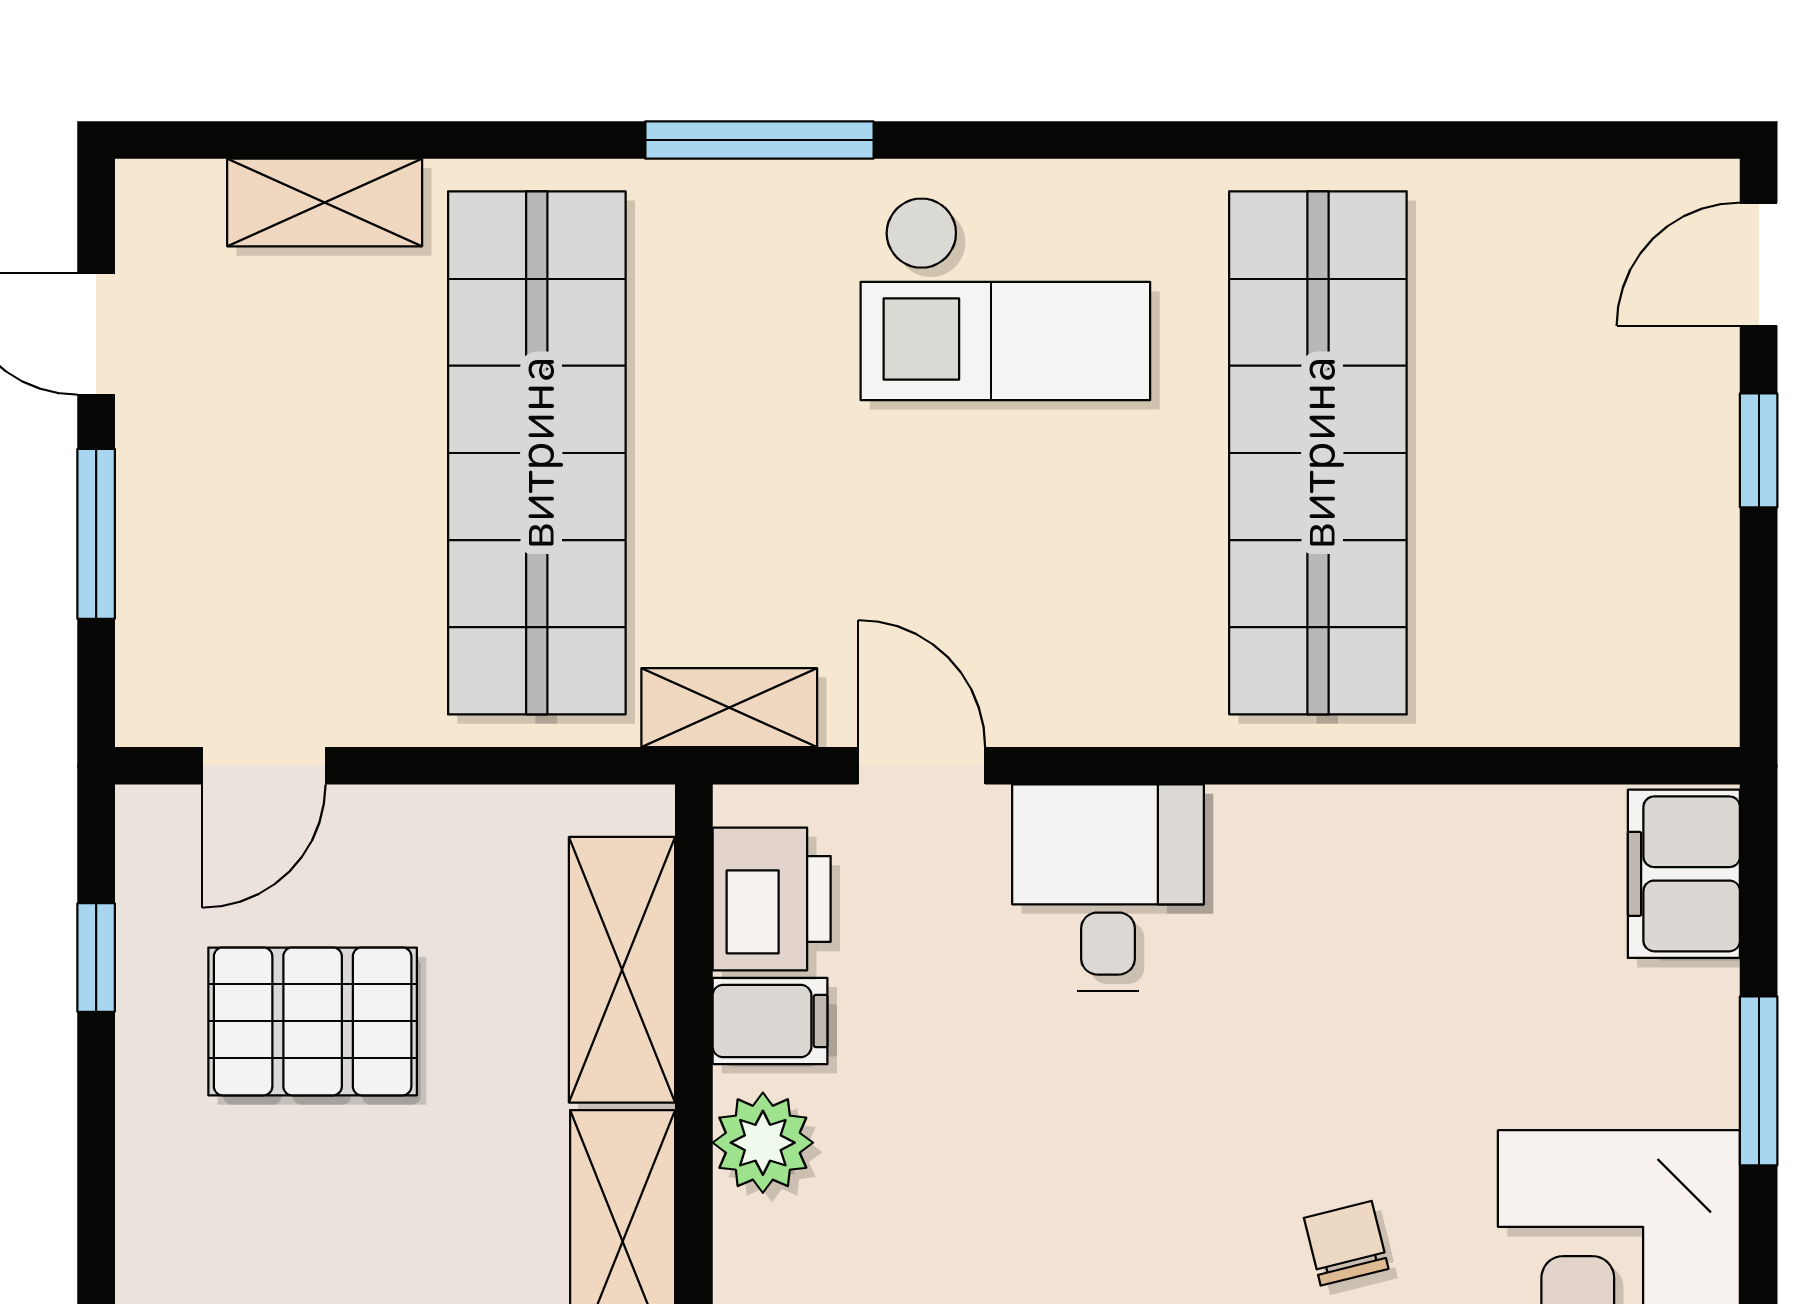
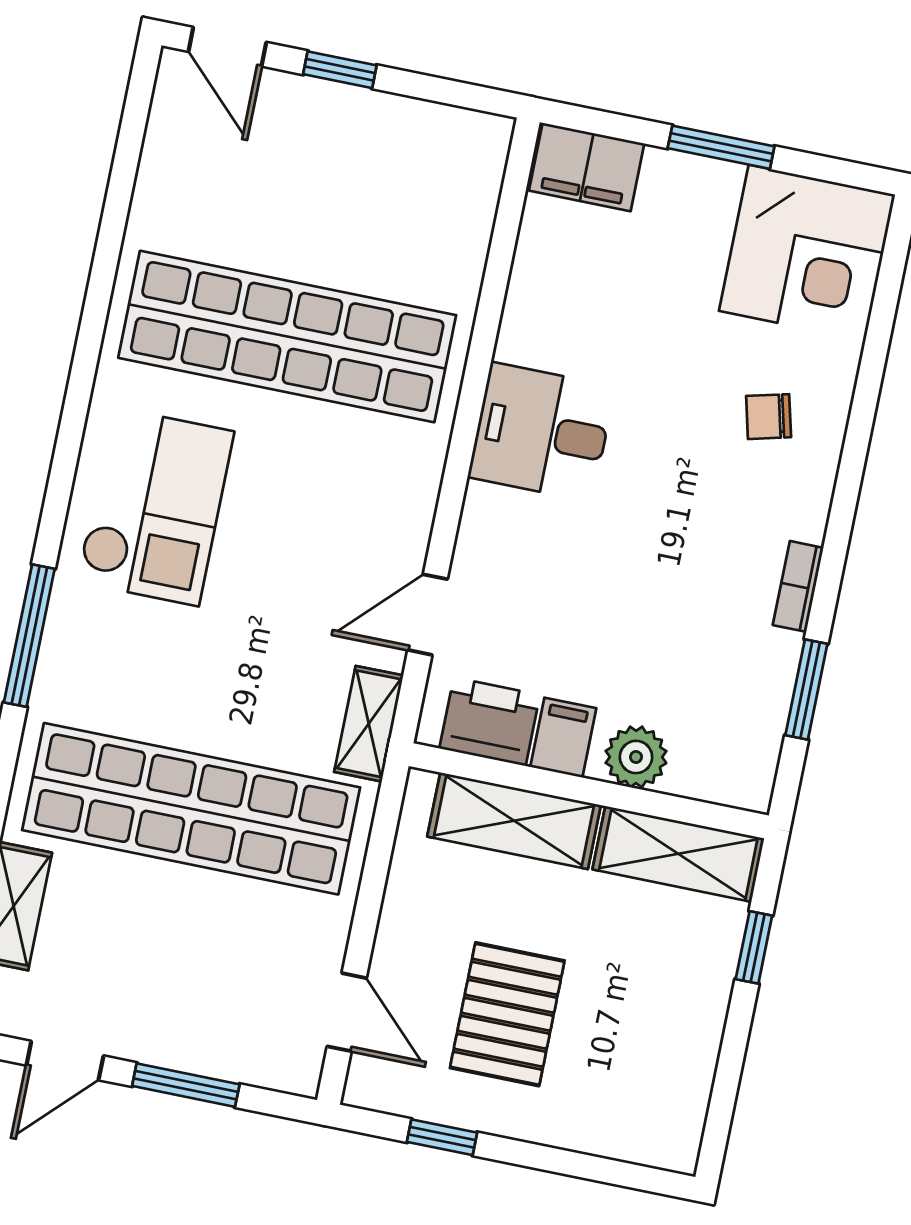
desk: (1108, 888) -> (542, 432), moved

